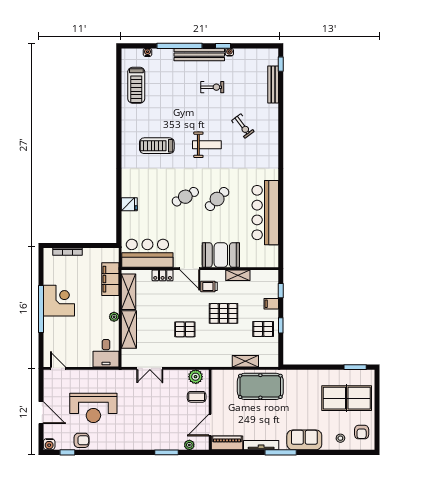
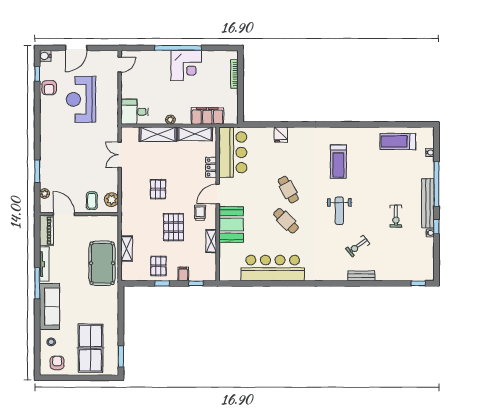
bench: (273, 84) -> (361, 276), moved, width x0.73
treadmill: (157, 146) -> (338, 162), turned 180
armchair: (362, 432) -> (57, 363), turned 90
sofa: (304, 440) -> (49, 306), width x1.36

